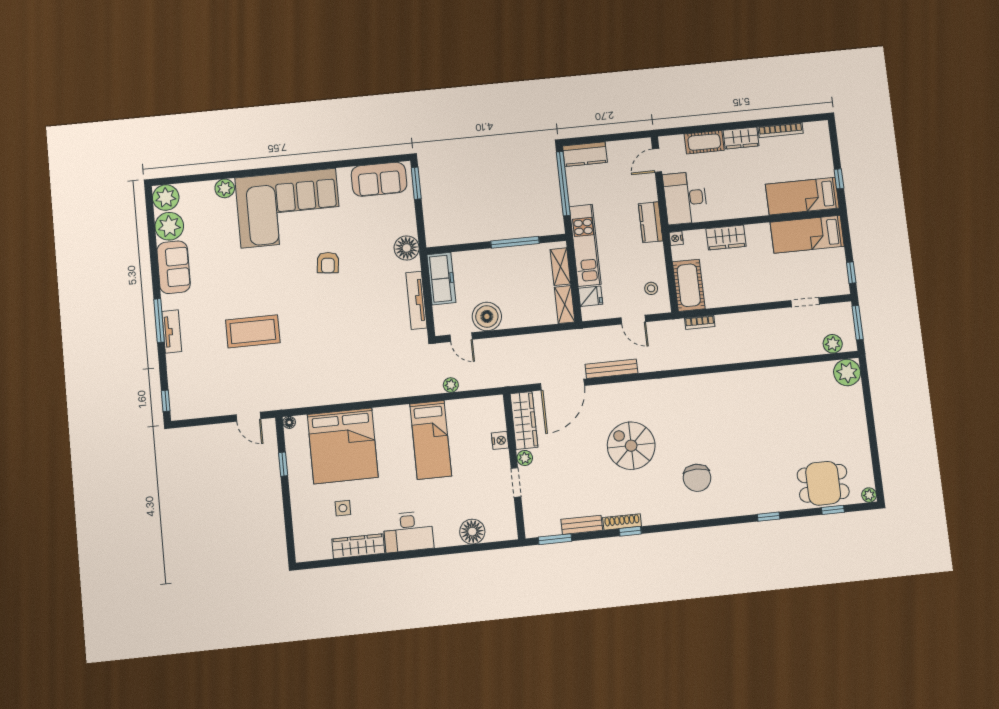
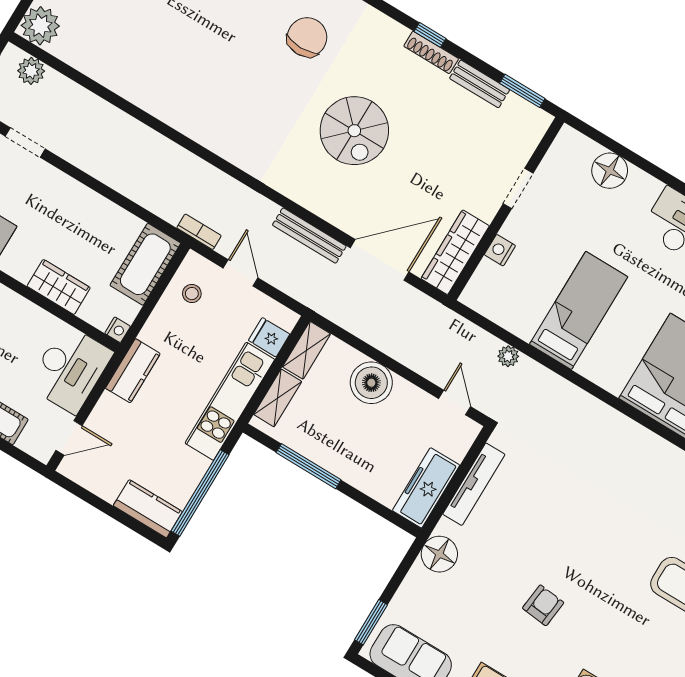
boiler: (487, 316) -> (371, 383), moved
bookcase: (700, 322) -> (199, 232), moved
plant: (525, 458) -> (487, 209), removed

